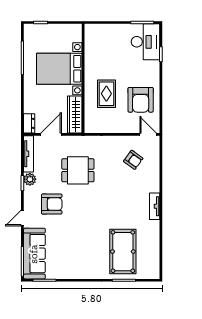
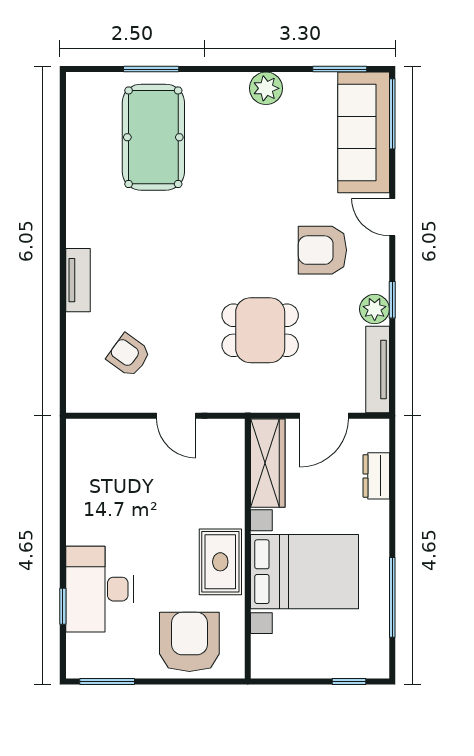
desk: (146, 42) -> (99, 589), moved
rug: (106, 94) -> (220, 562), moved
armchair: (141, 100) -> (189, 642), moved
dresser: (29, 123) -> (376, 476), moved
door: (148, 134) -> (176, 416), moved
tv unit: (155, 206) -> (78, 280), moved
door: (22, 218) -> (392, 217), swing flipped
plant: (75, 272) -> (266, 88), added

